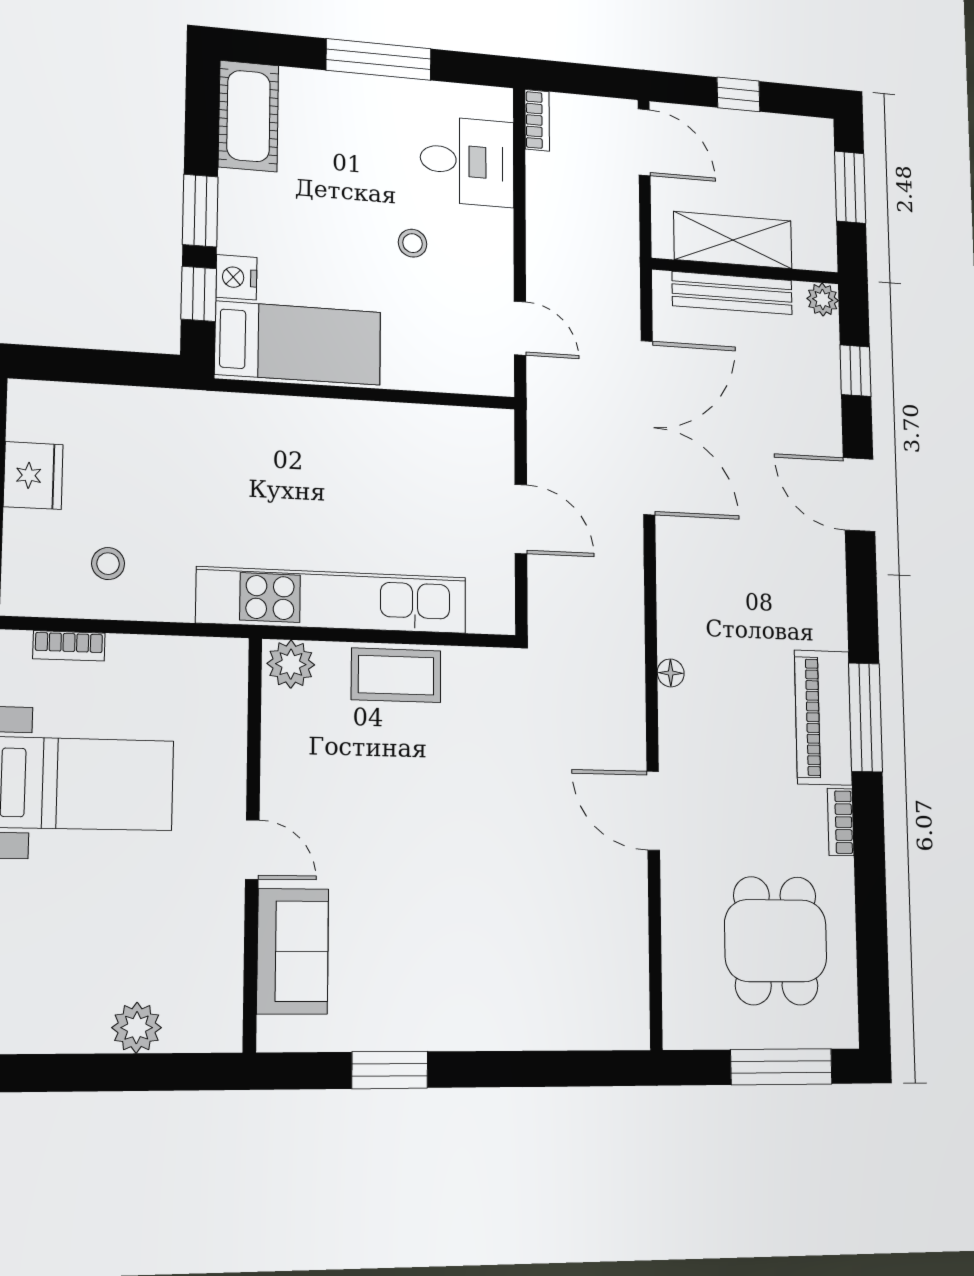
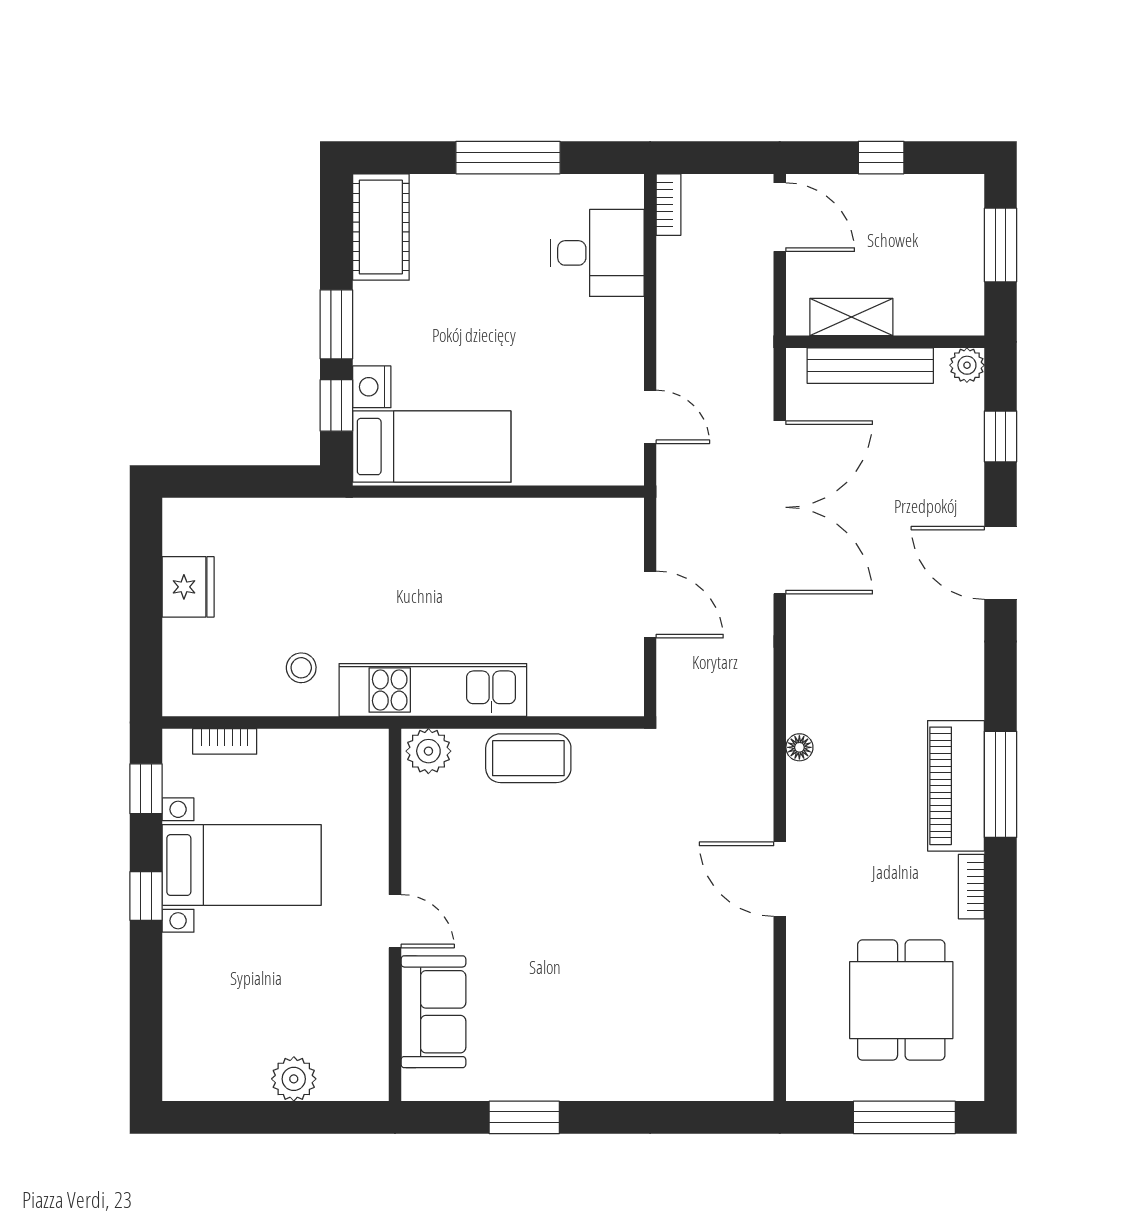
shelving: (733, 240) -> (851, 317), width x0.67, depth x0.75
stool: (413, 243) -> (543, 340), removed
stool: (108, 564) -> (301, 668), moved
kitchen unit: (332, 600) -> (433, 690), width x0.73

